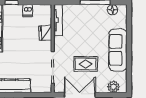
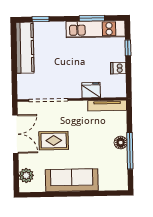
floor lamp: (112, 10) -> (121, 143), moved
rug: (86, 64) -> (54, 141), turned 90

